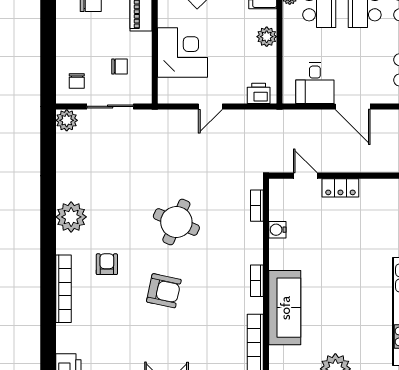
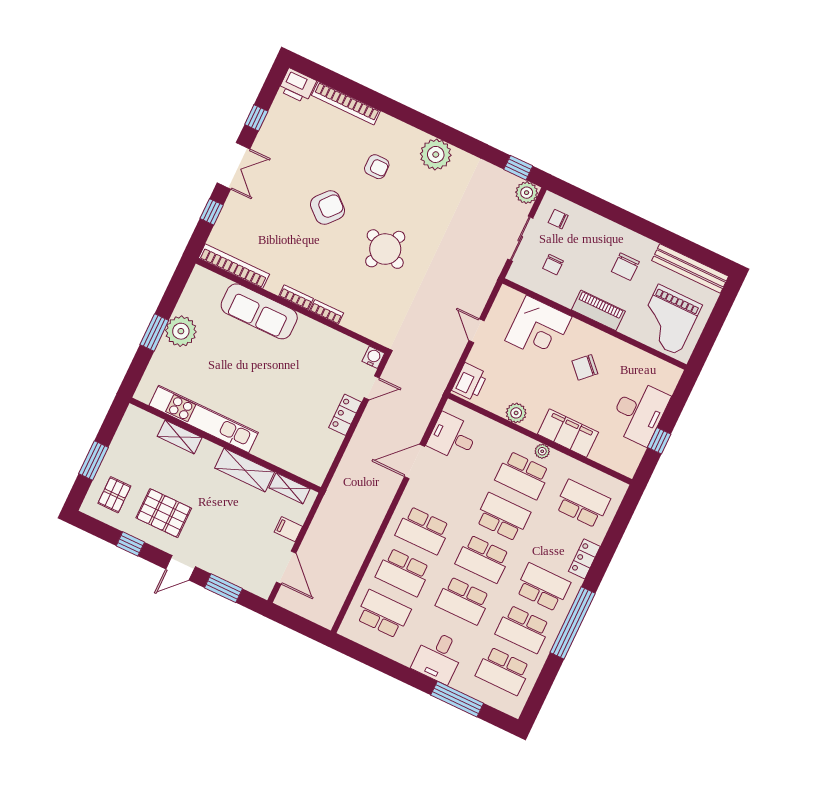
printer: (259, 93) -> (470, 382), width x1.36, depth x1.24
window: (48, 138) -> (518, 168), added
bookcase: (257, 206) -> (326, 312), moved
water cooler: (277, 230) -> (373, 357), moved
bookcase: (63, 289) -> (346, 103), moved
armchair: (164, 291) -> (328, 208), turned -151

